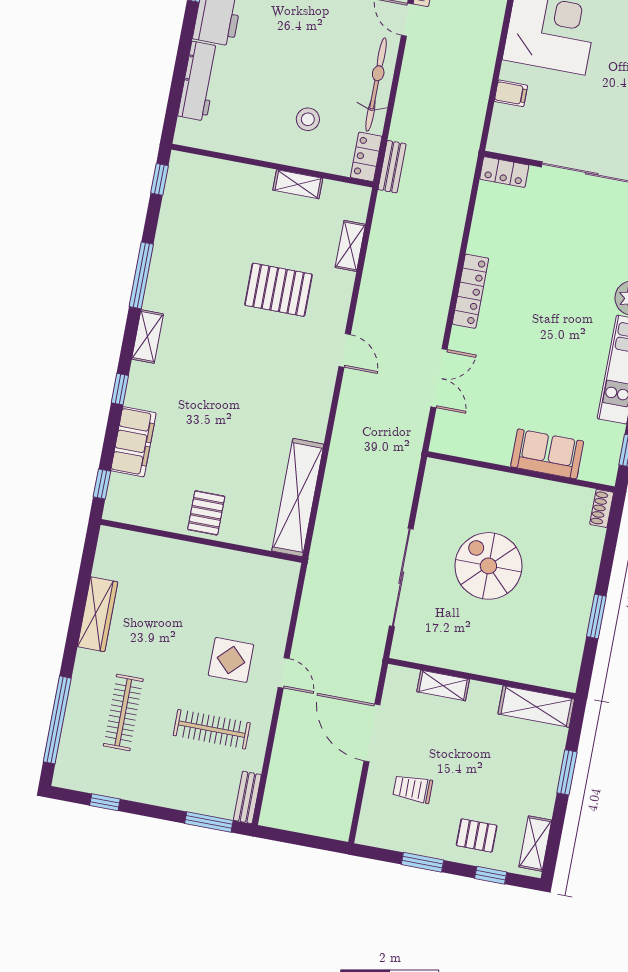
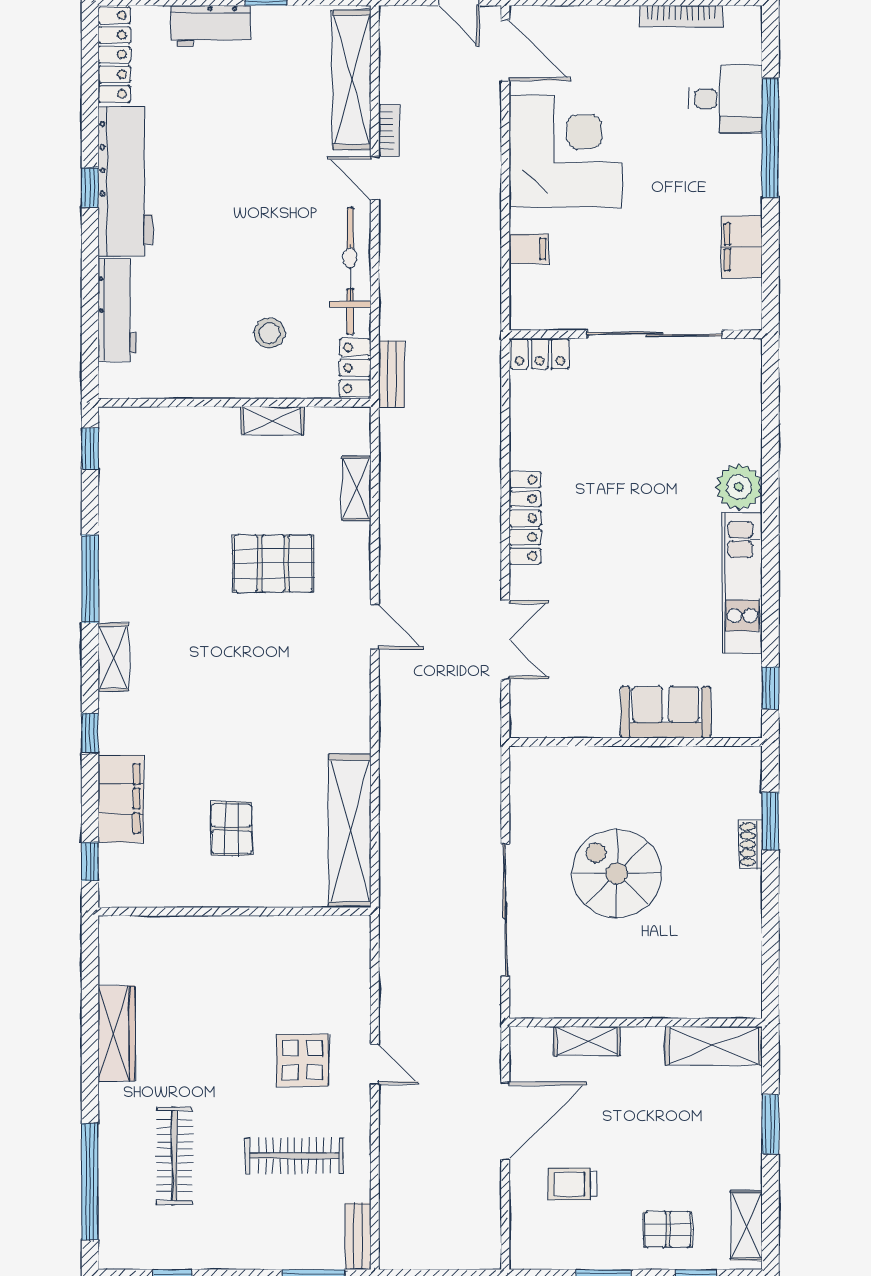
shoe rack: (602, 508) -> (750, 844), moved
pallet: (206, 513) -> (231, 829), moved
window: (596, 616) -> (770, 821), moved
door: (372, 733) -> (505, 1121), swing flipped

